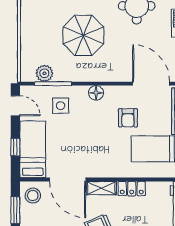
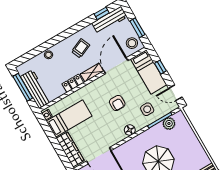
armchair: (128, 118) -> (117, 103), moved, turned 180
door: (68, 180) -> (116, 66), hinge flipped

